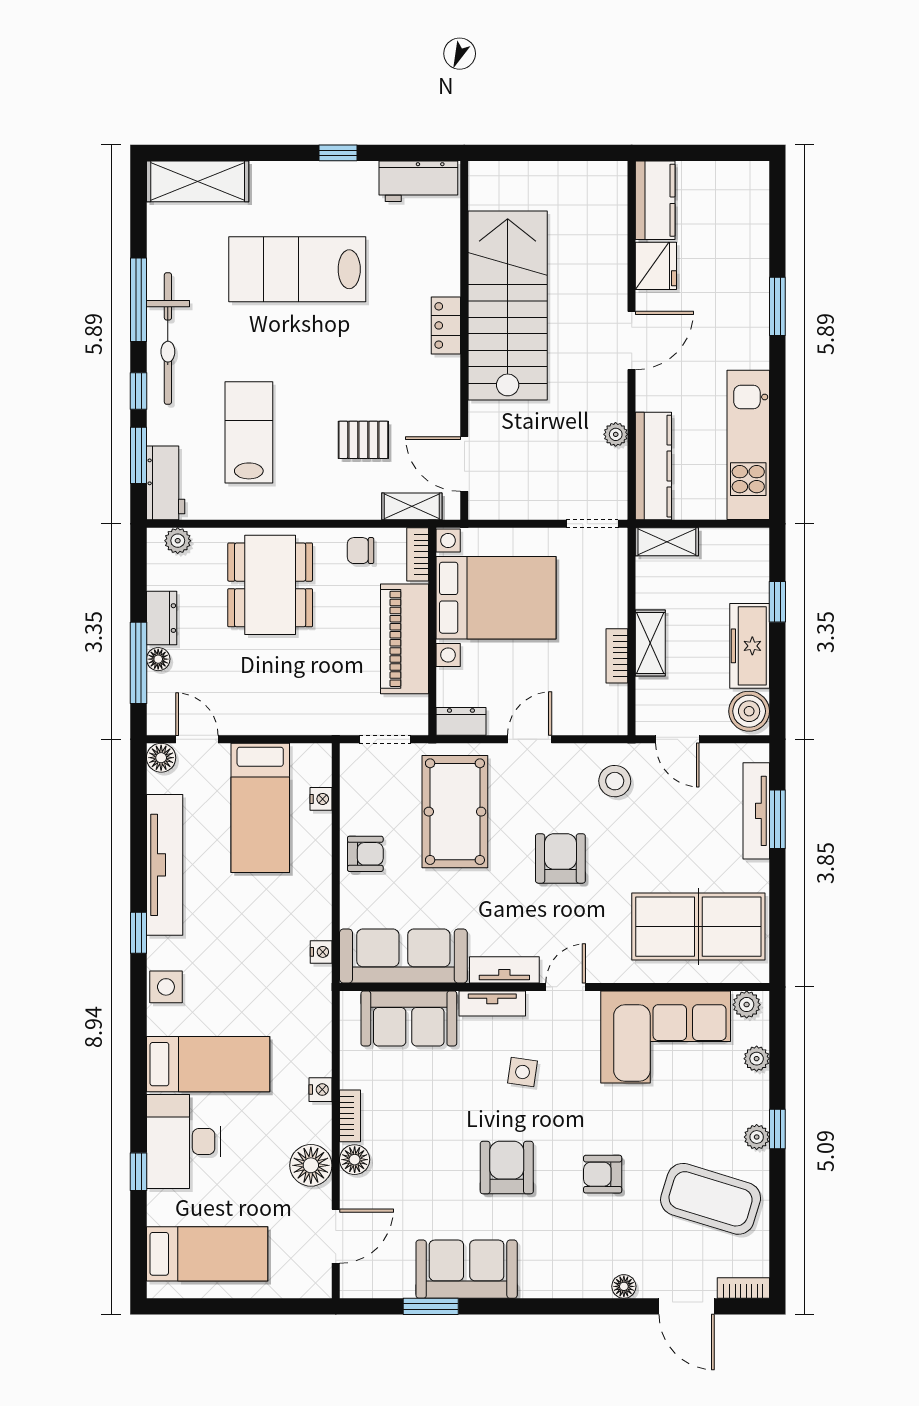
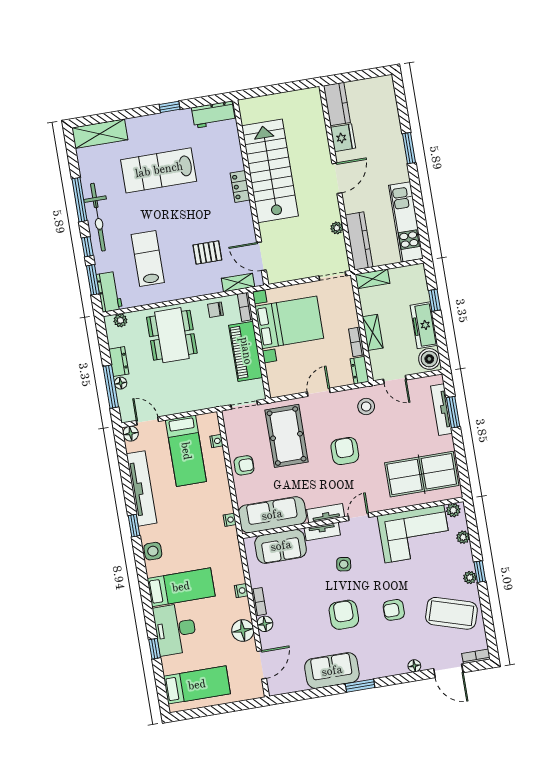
dresser: (461, 721) -> (360, 370), moved, turned -90
window: (431, 1306) -> (360, 686), moved

